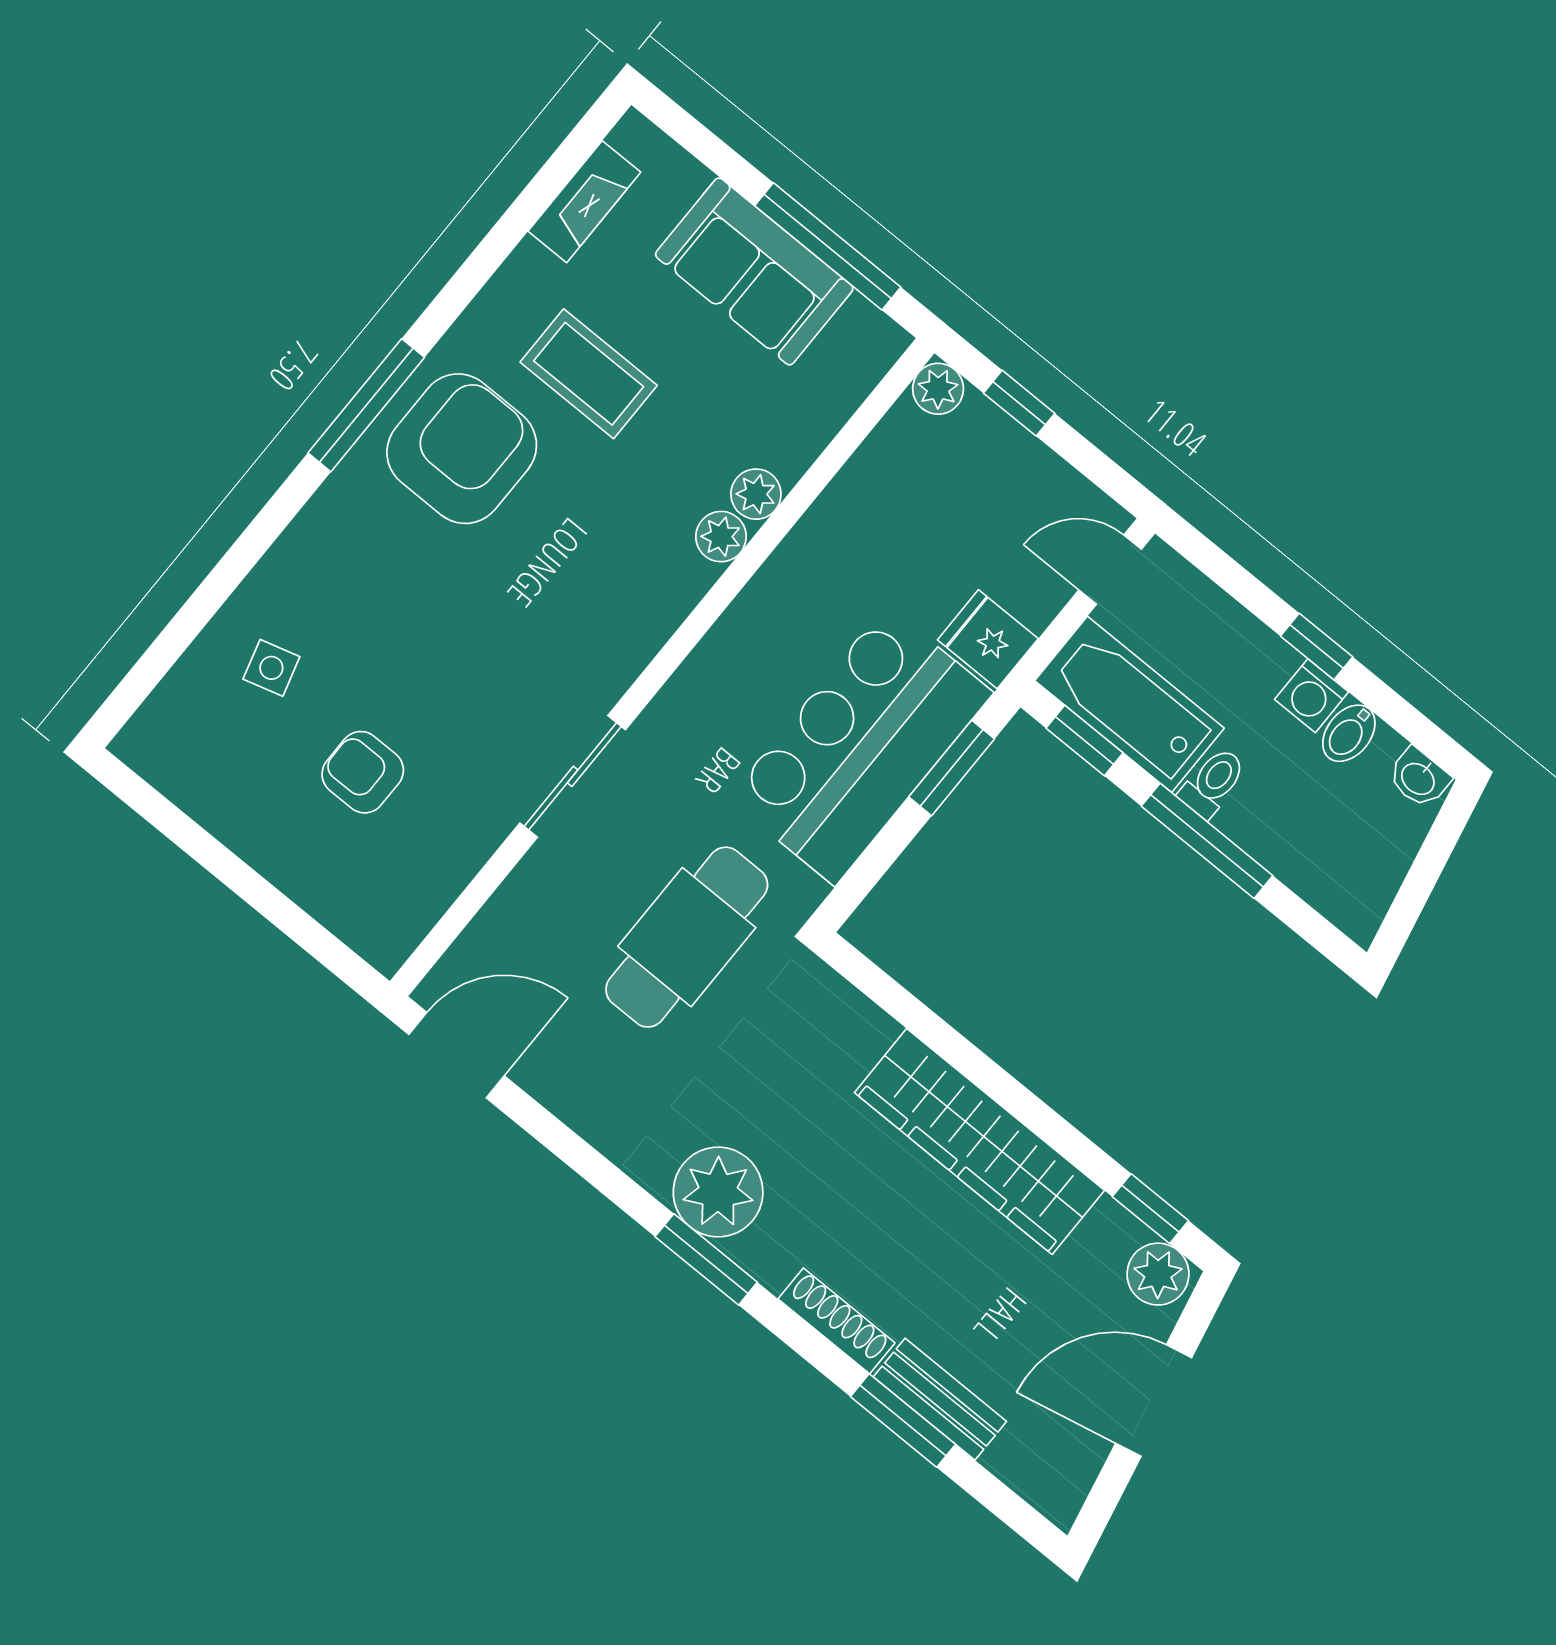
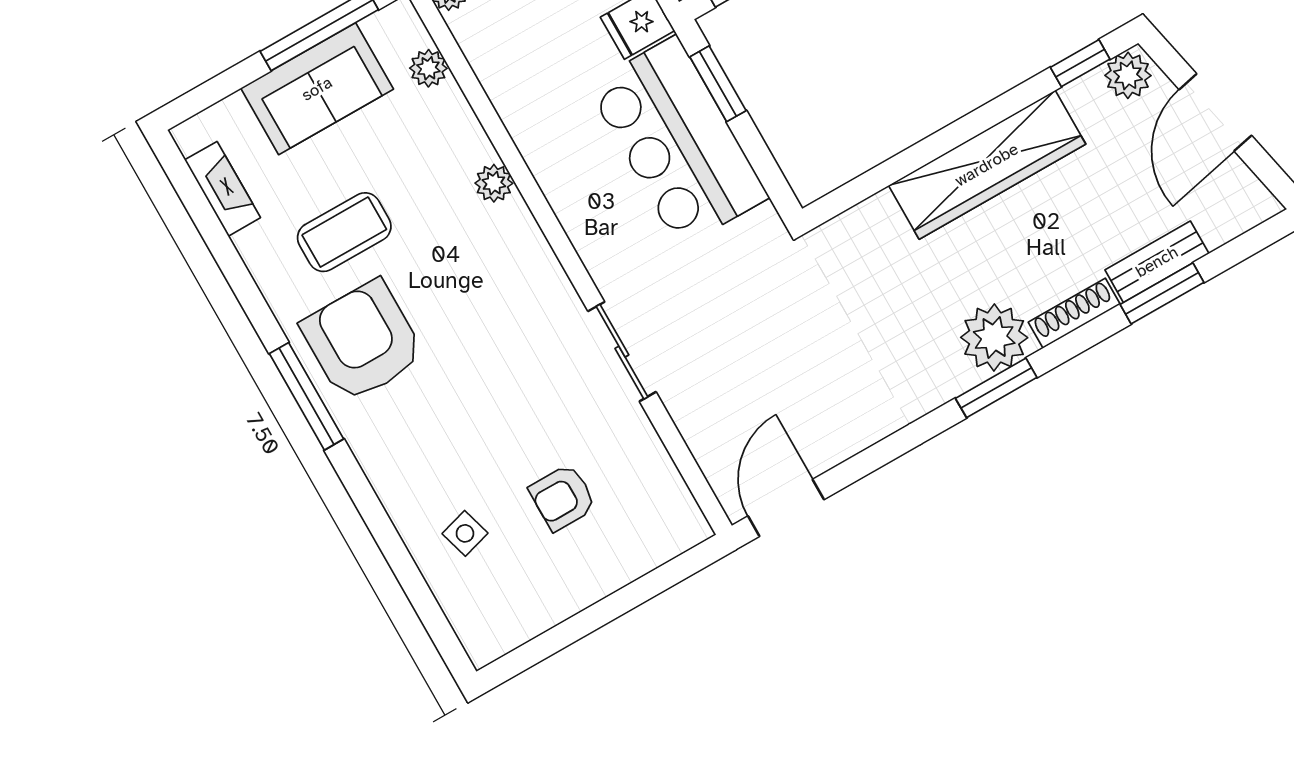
plant: (756, 494) -> (428, 68), moved
cafe table: (687, 937) -> (765, 315), removed
plant: (718, 1192) -> (994, 337), moved

